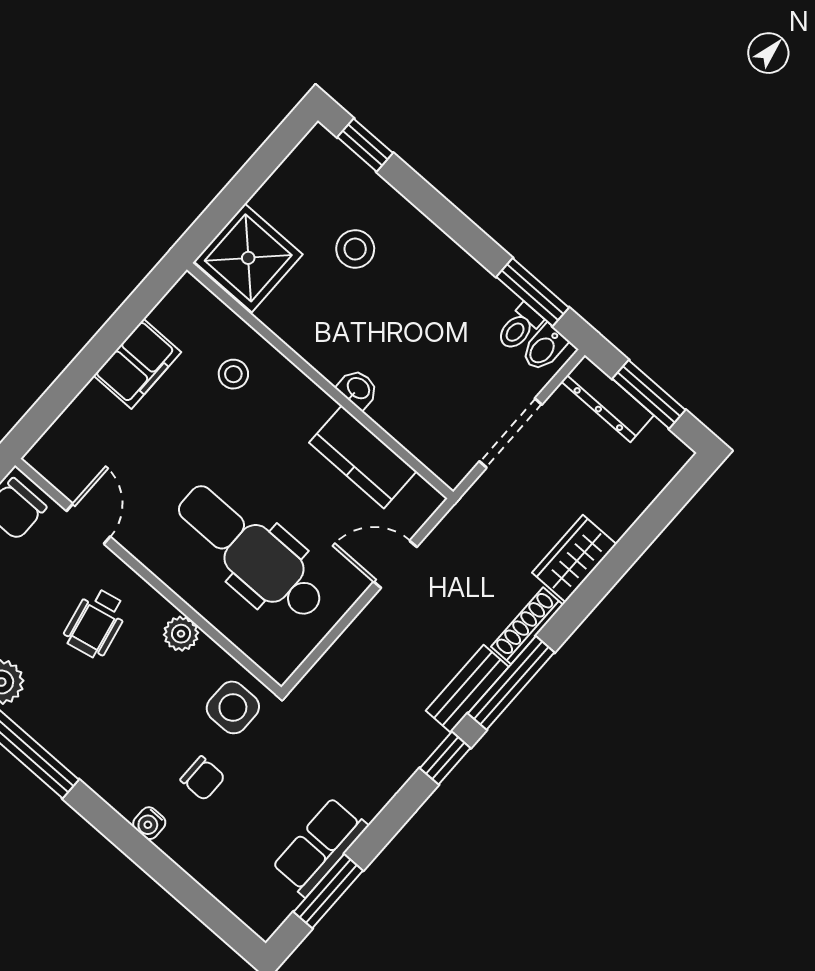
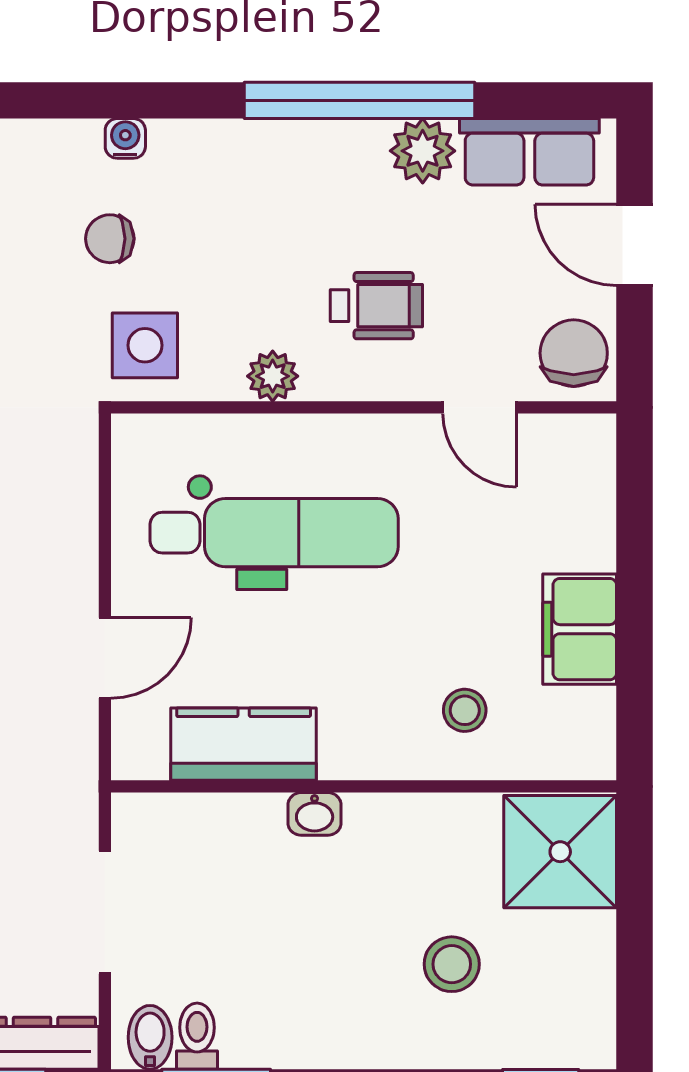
wheelchair: (96, 623) -> (376, 306), turned 102

